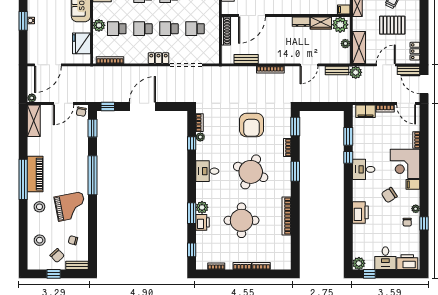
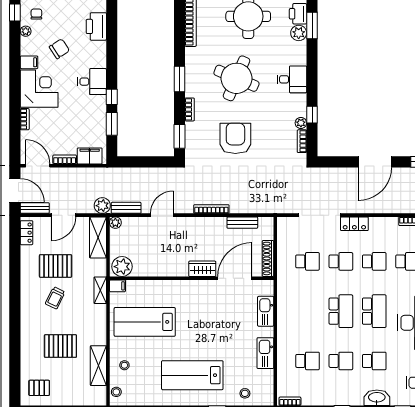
dresser: (301, 22) -> (172, 270), removed
wardrobe: (321, 23) -> (202, 269), moved
plant: (345, 44) -> (115, 223), moved

